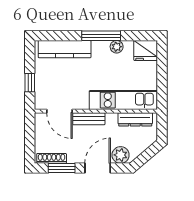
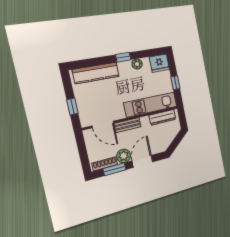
window: (101, 36) -> (123, 57), width x0.46
window: (162, 79) -> (175, 83), added
plant: (121, 155) -> (124, 156), moved

